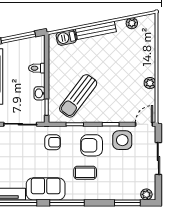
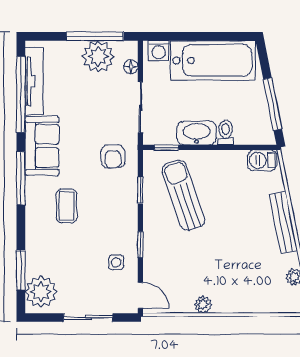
barbecue: (66, 38) -> (262, 160), moved, turned -79
washbasin: (40, 93) -> (197, 133), width x1.91, depth x1.45
sun lounger: (78, 96) -> (183, 195), turned 34
side table: (122, 140) -> (116, 262), width x0.54, depth x0.54
armchair: (92, 145) -> (108, 216), removed
plant: (146, 194) -> (41, 292), width x1.88, depth x1.88

